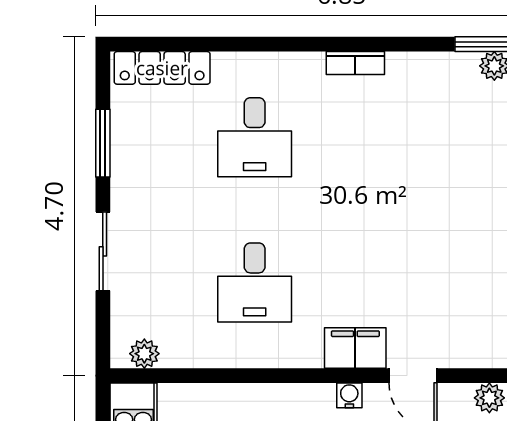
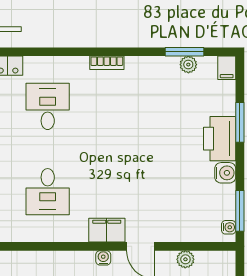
desk: (255, 137) -> (48, 106), turned 180

